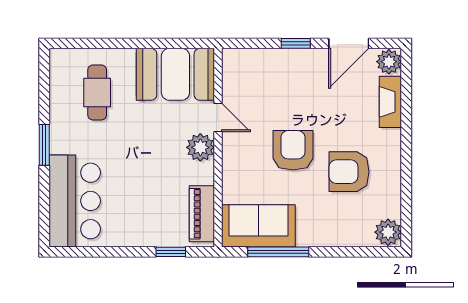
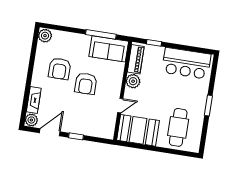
cafe table: (97, 92) -> (178, 127), width x1.37, depth x1.35
door: (218, 117) -> (120, 106), swing flipped
plant: (200, 147) -> (133, 81), moved
armchair: (349, 172) -> (60, 69), turned 90
bar counter: (75, 201) -> (186, 63), moved, turned -90

